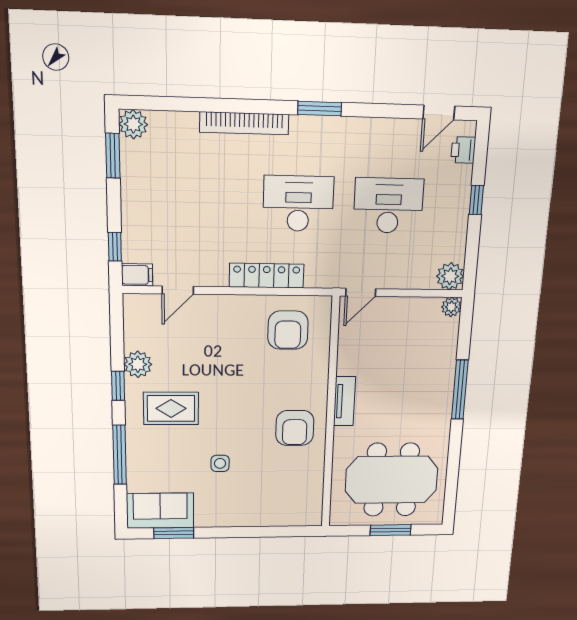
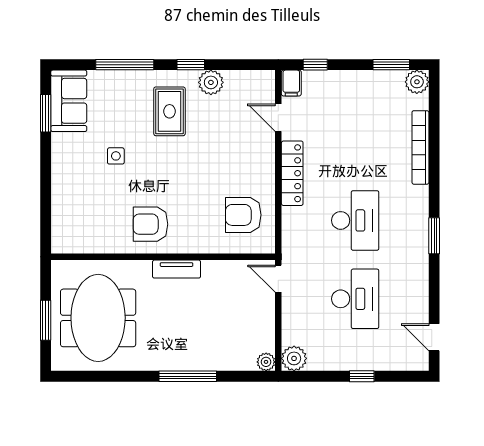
bookcase: (244, 123) -> (420, 147), moved
printer: (463, 150) -> (404, 361), removed
locker: (267, 276) -> (292, 173), moved

